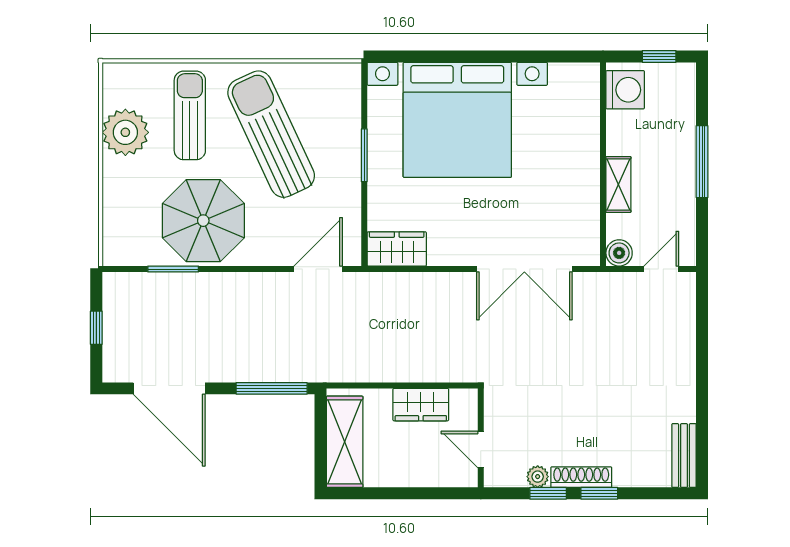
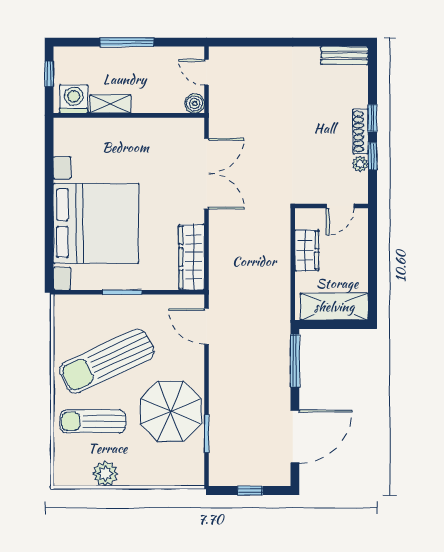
plant: (125, 132) -> (105, 474), width x0.73, depth x0.73
shelving: (618, 184) -> (110, 104), moved
wardrobe: (397, 249) -> (192, 257), width x1.50

